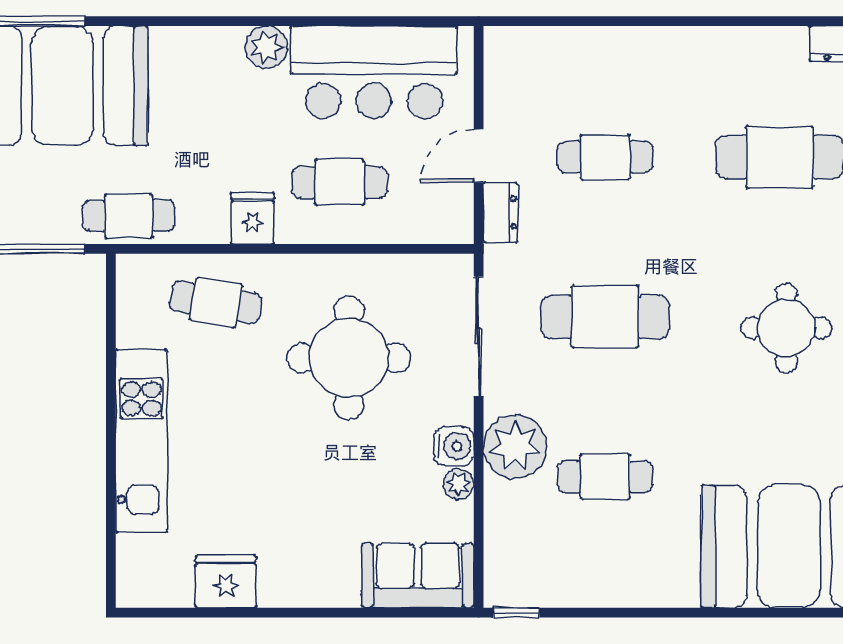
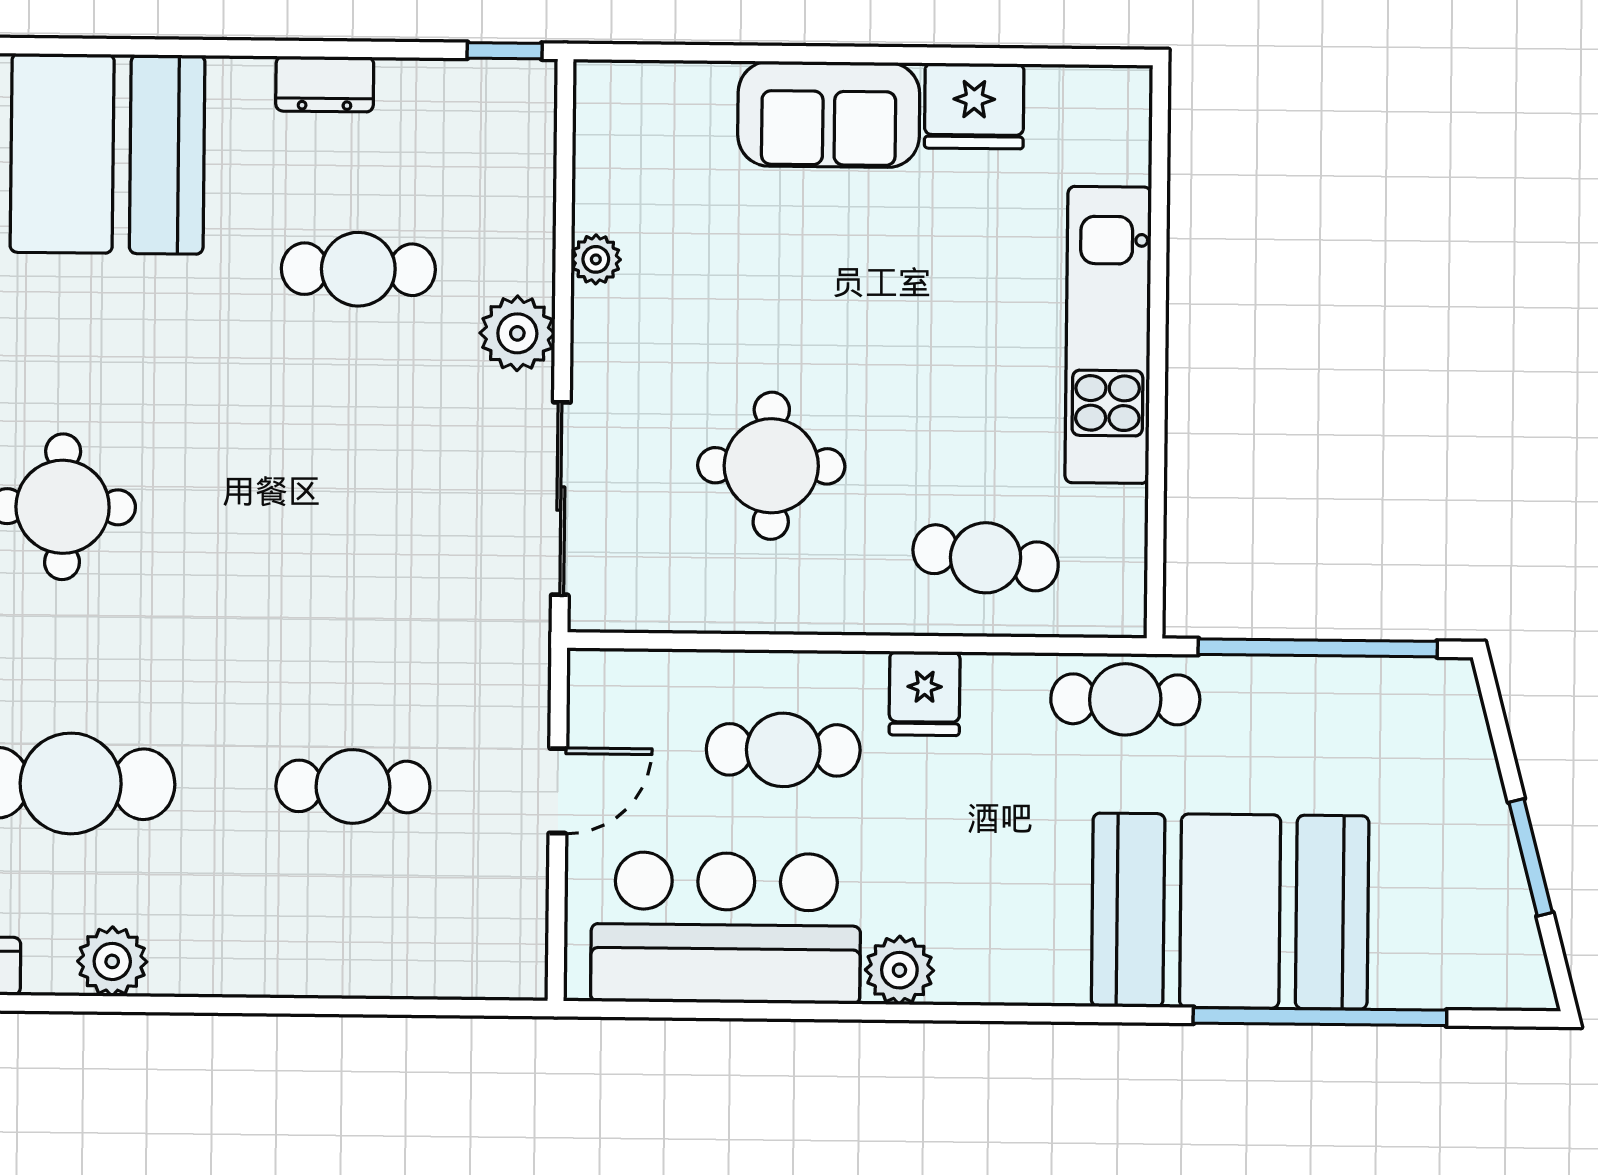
plant: (753, 47) -> (112, 961), added
dresser: (500, 213) -> (325, 84), moved, turned -90
cafe table: (605, 317) -> (356, 528), removed
round table: (349, 358) -> (771, 466), width x0.73, depth x0.73
water cooler: (454, 446) -> (603, 321), removed
plant: (515, 446) -> (517, 333), width x0.73, depth x0.73
sofa: (418, 575) -> (829, 114), moved

